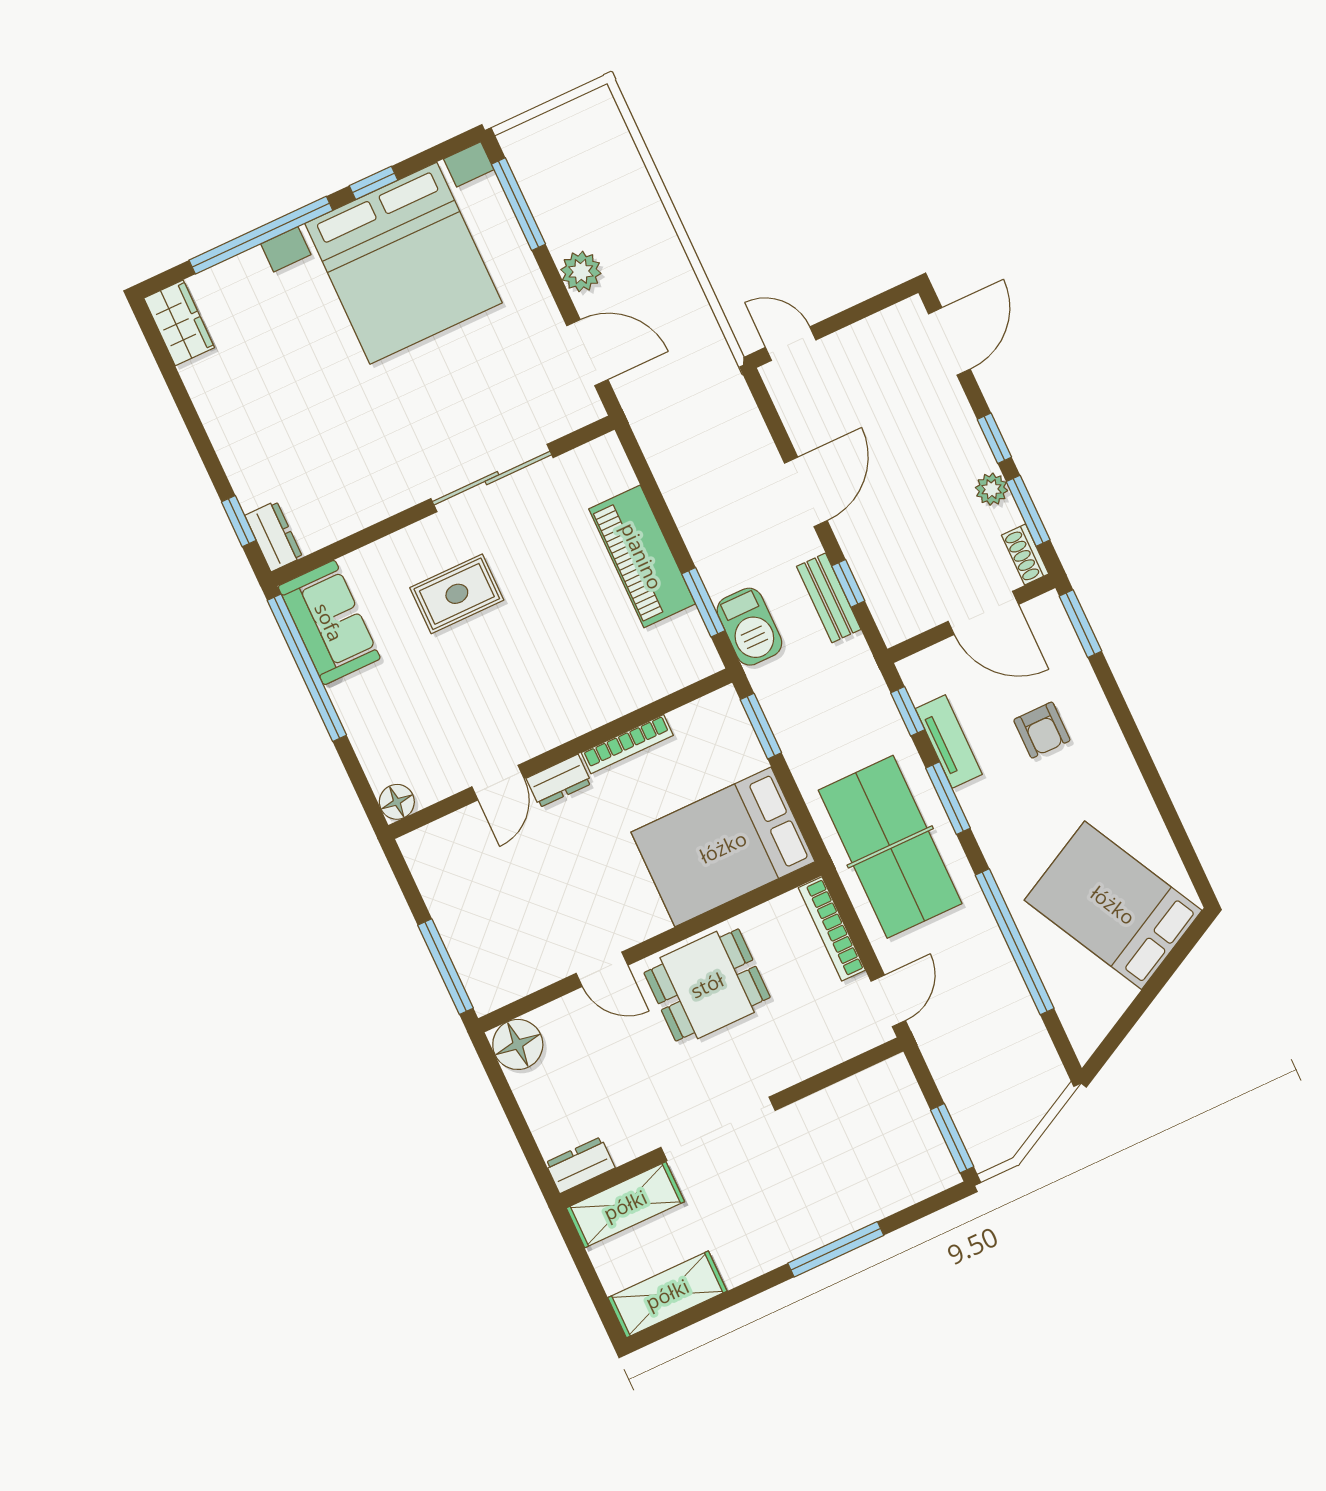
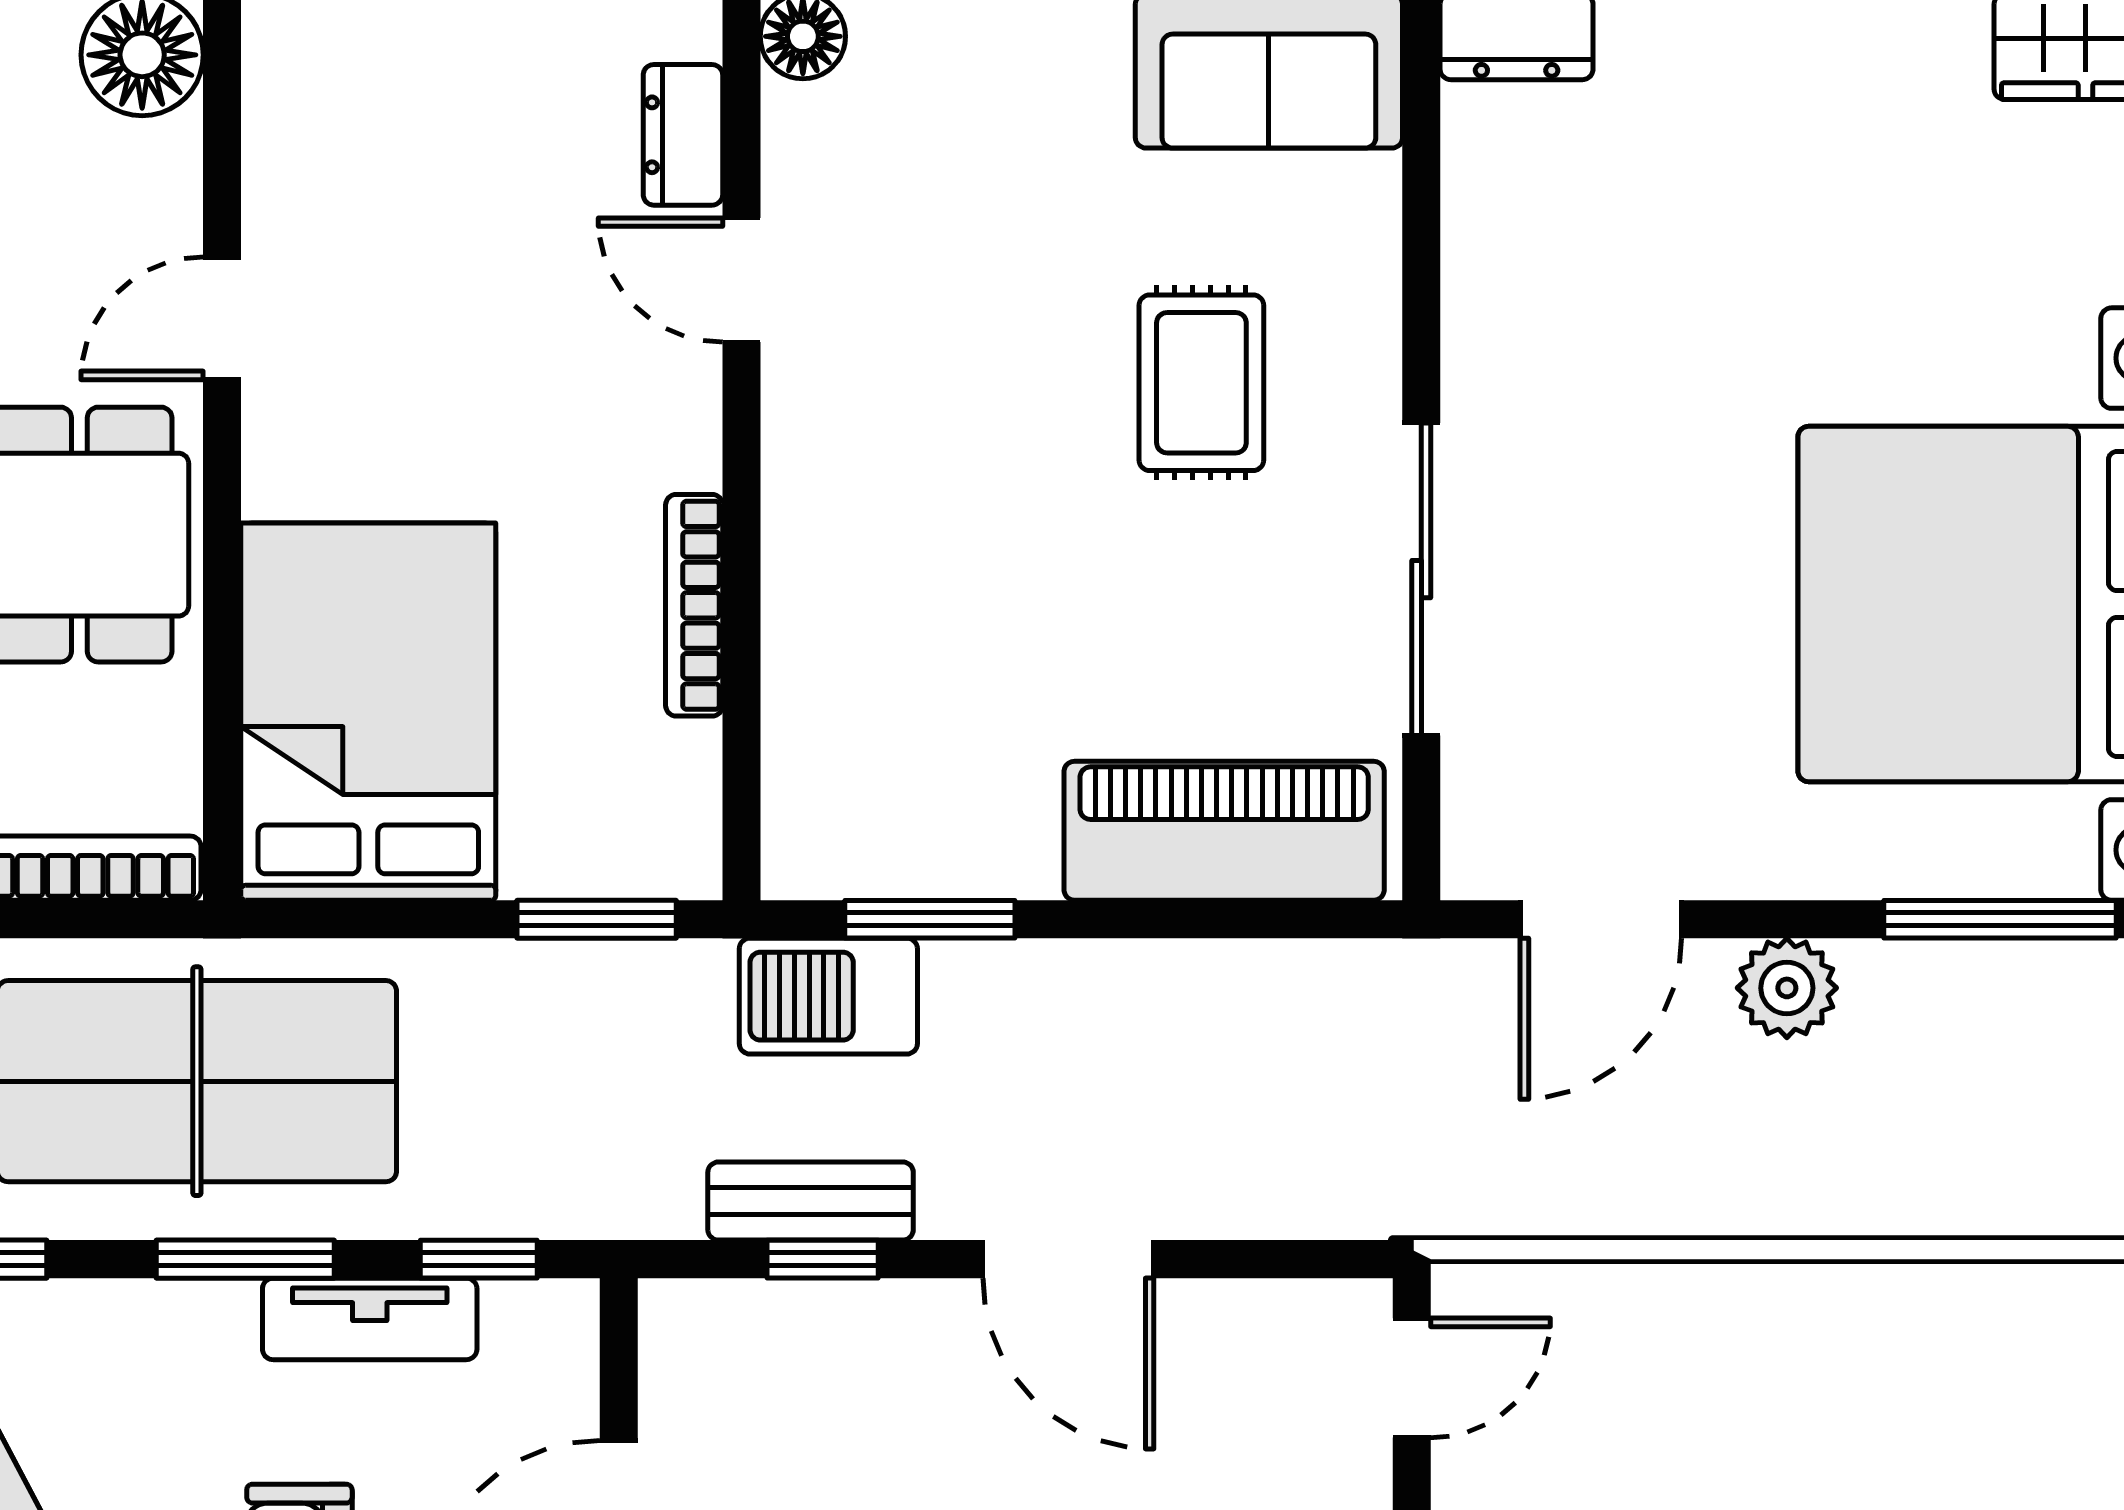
piano: (642, 556) -> (1224, 831), moved
dresser: (559, 781) -> (683, 135), moved

